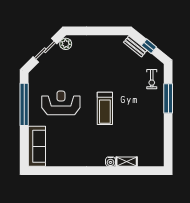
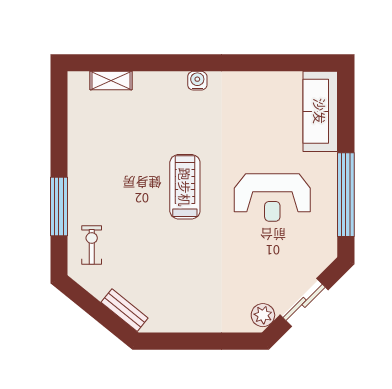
window: (149, 46) -> (97, 310), removed
water cooler: (111, 162) -> (197, 81), moved
shelving: (127, 162) -> (111, 81), moved

